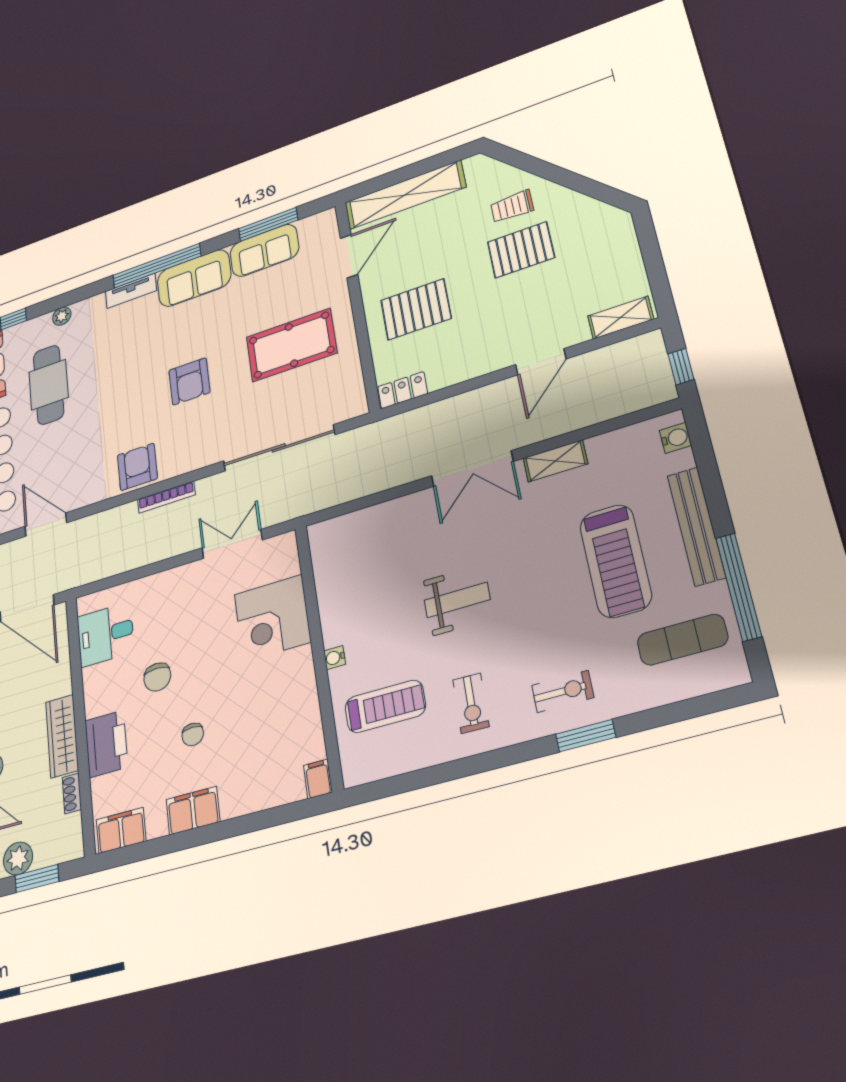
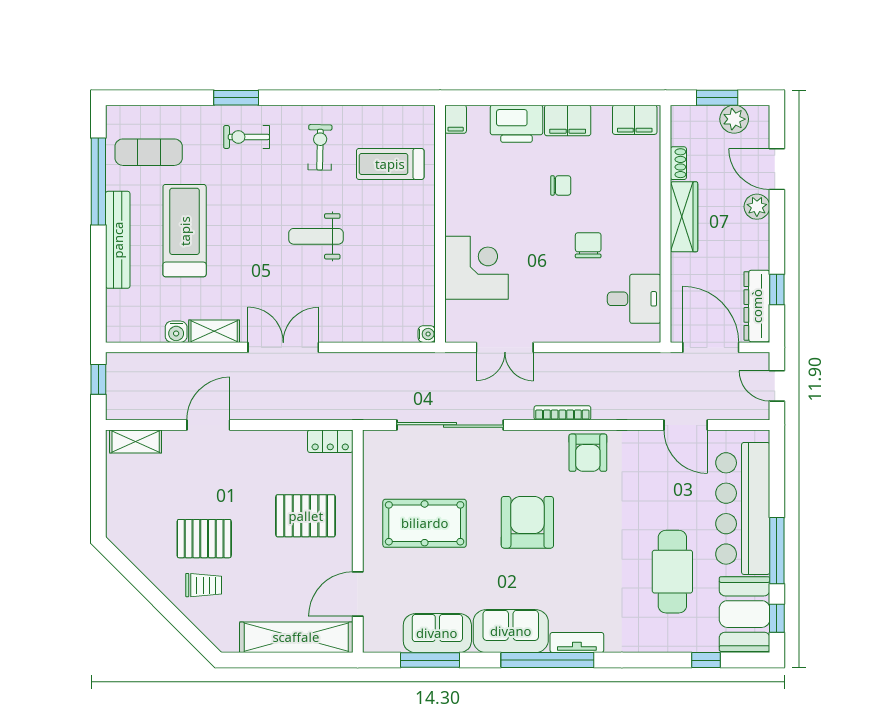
plant: (62, 316) -> (653, 643), removed
armchair: (189, 381) -> (527, 522), width x1.36, depth x1.36
water cooler: (676, 438) -> (176, 332), moved, turned -90
water cooler: (335, 658) -> (427, 334), moved
chair: (193, 734) -> (561, 185), turned 90
printer: (106, 744) -> (517, 124), moved, turned -90

